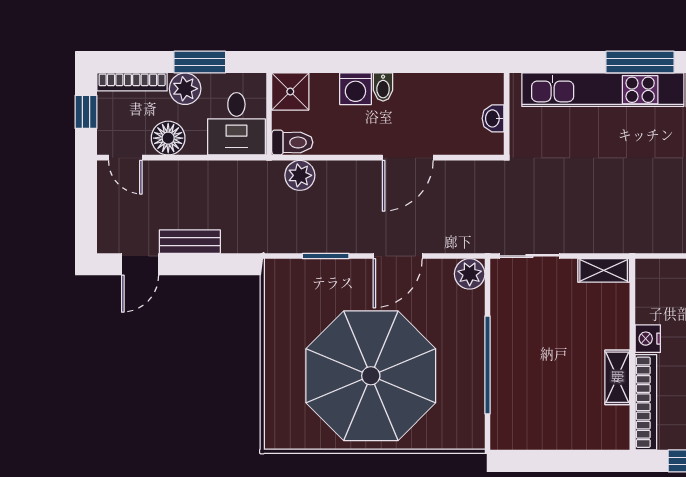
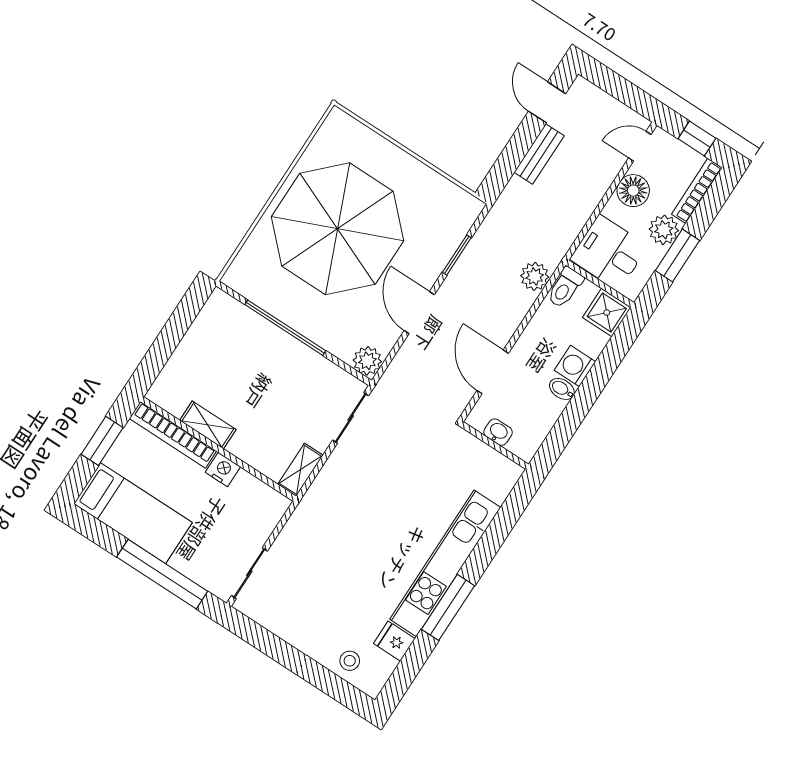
wall: (507, 114) -> (495, 445), moved
washbasin: (493, 118) -> (498, 432), moved

